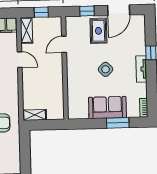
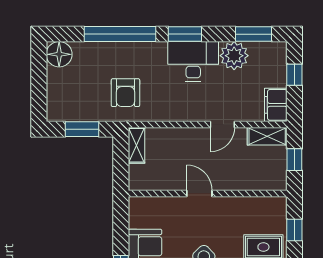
door: (64, 44) -> (199, 193), moved
window: (25, 151) -> (82, 129), added

